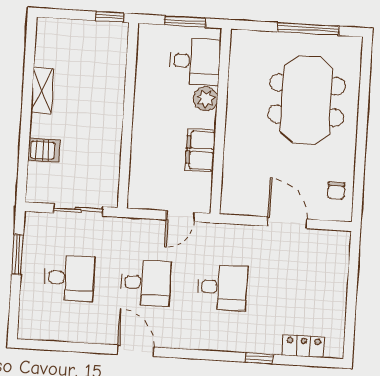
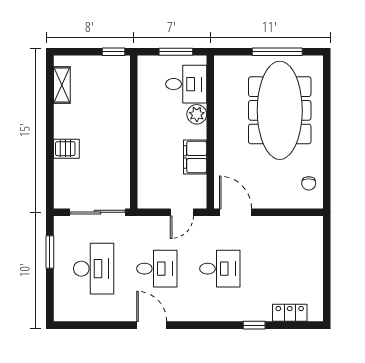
shelving: (42, 90) -> (62, 85), moved
meeting table: (306, 100) -> (280, 110), width x1.36
server rack: (44, 150) -> (66, 149), moved
sliding door: (78, 210) -> (98, 212), width x1.37
door: (287, 223) -> (236, 212), moved
desk: (69, 278) -> (94, 269), width x1.37

